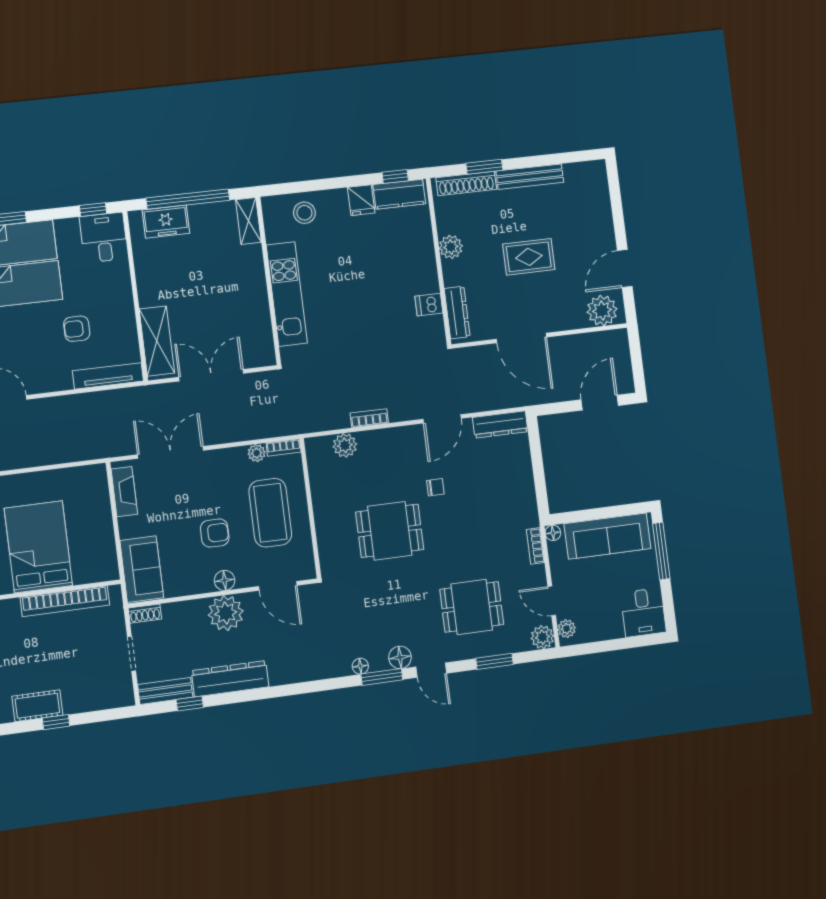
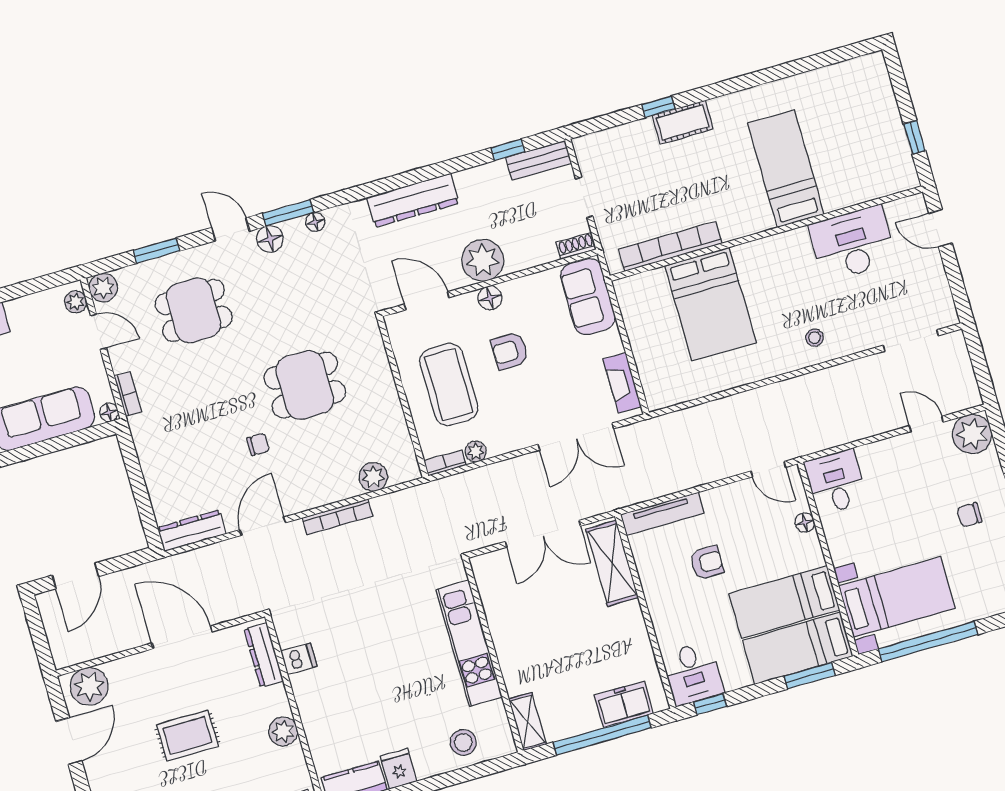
bookcase: (369, 418) -> (337, 517), width x1.56
chair: (435, 487) -> (258, 444), turned 180
dresser: (230, 679) -> (413, 200), moved

